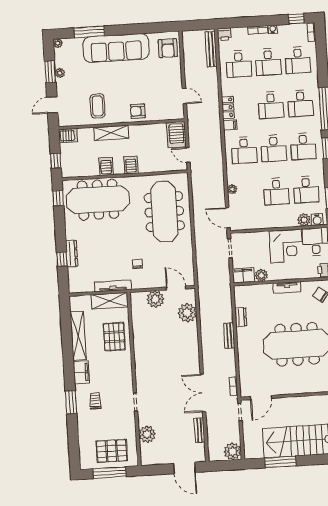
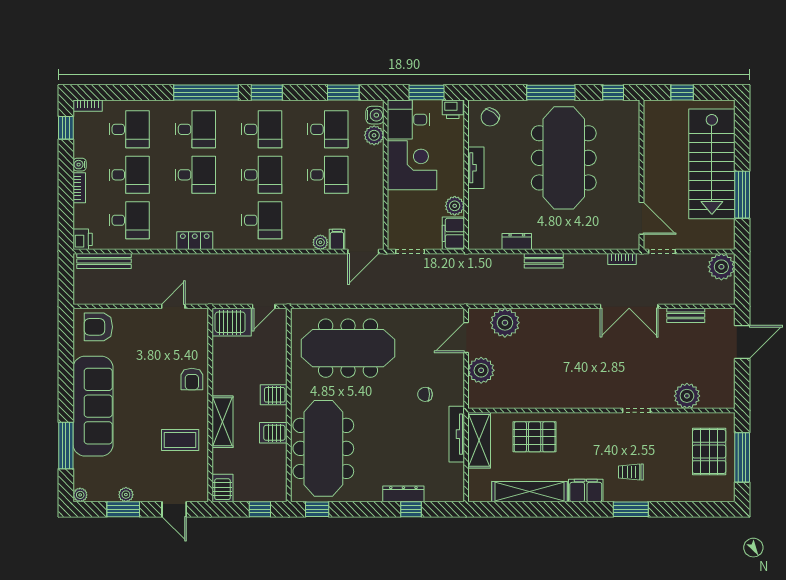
armchair: (168, 48) -> (98, 327), turned 180
filing cabinet: (230, 125) -> (337, 239), moved

